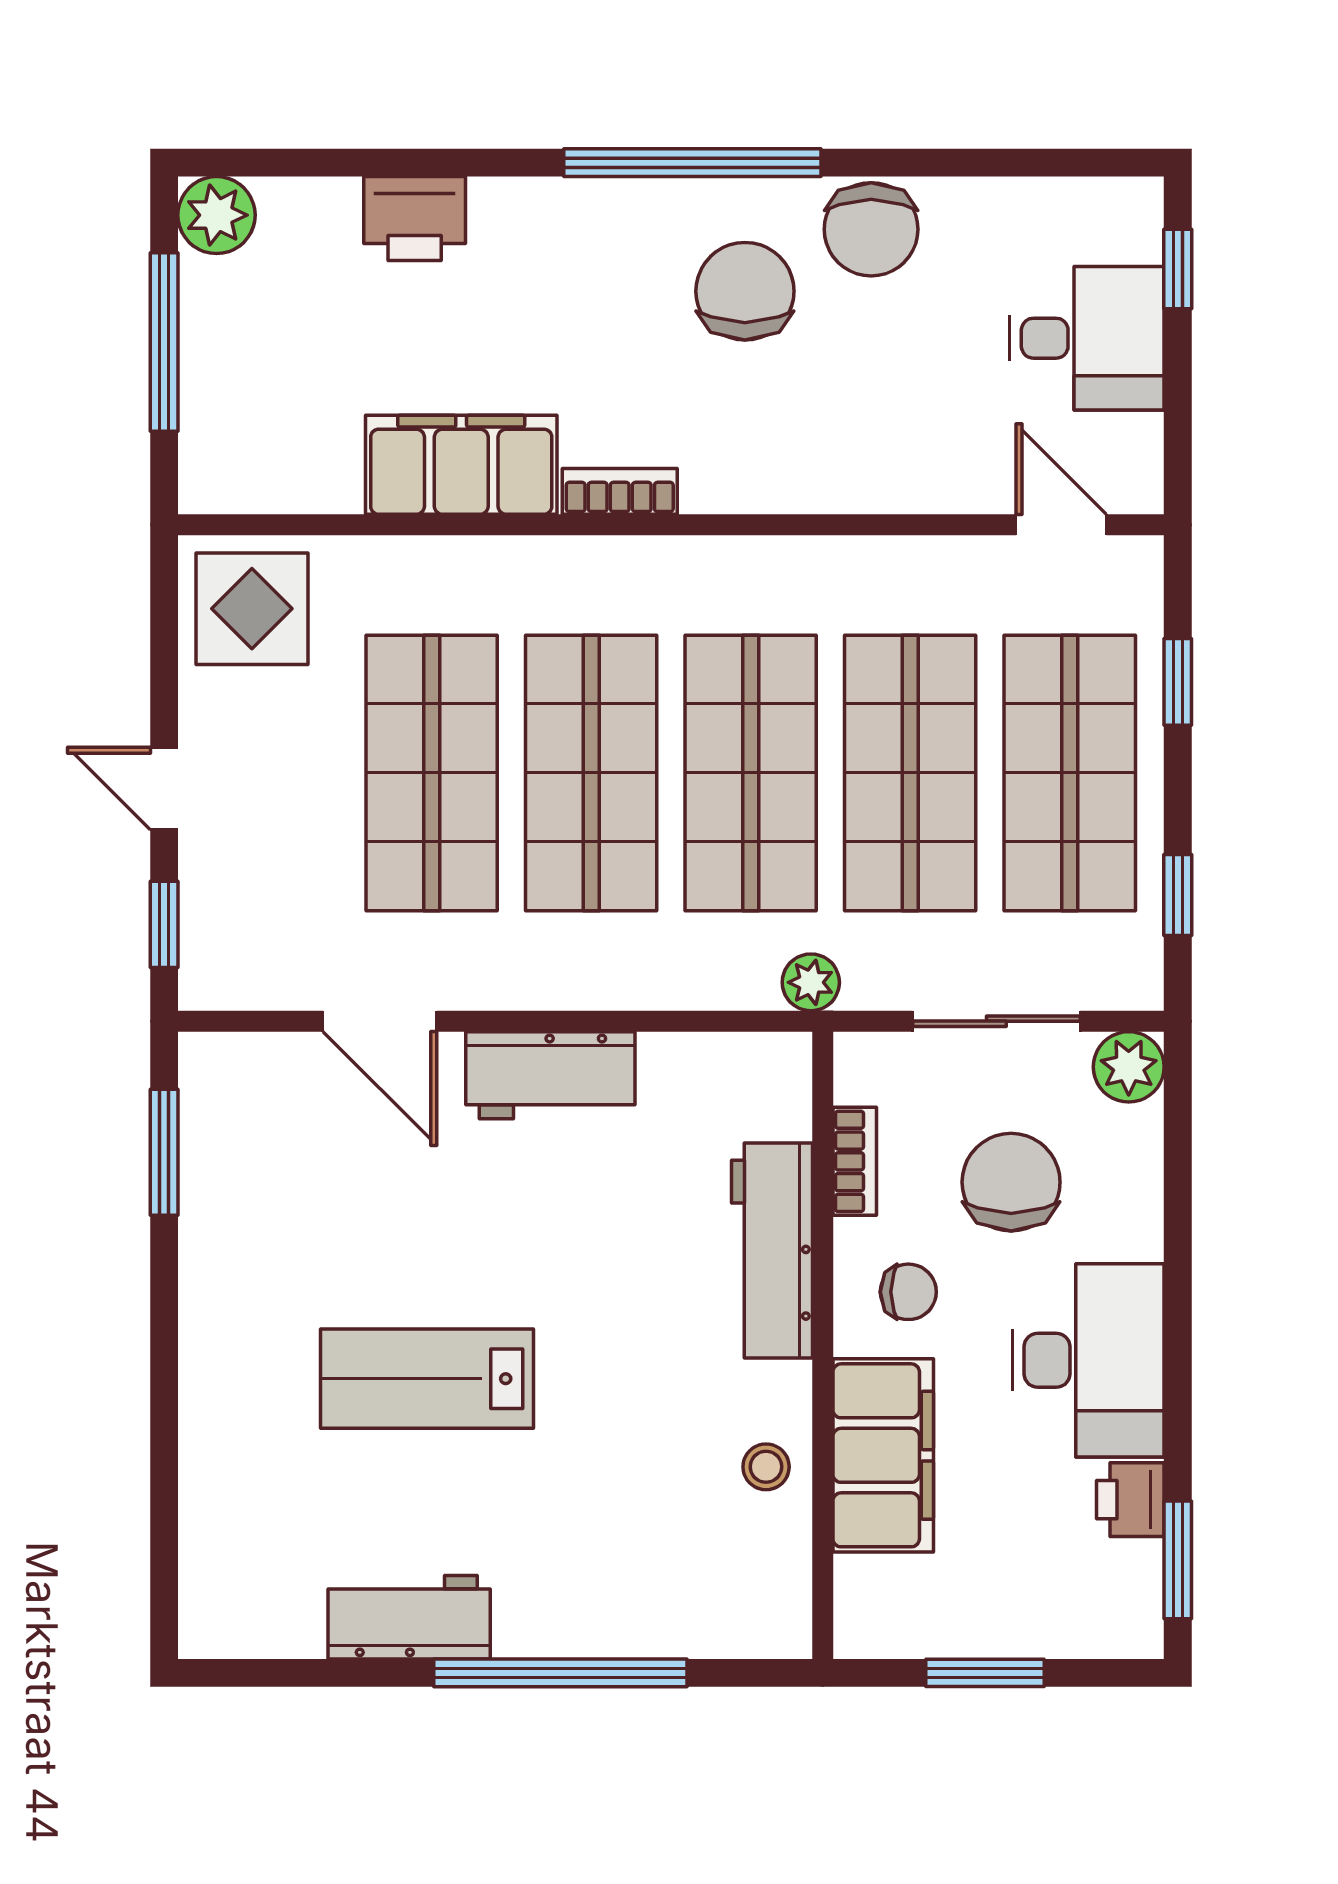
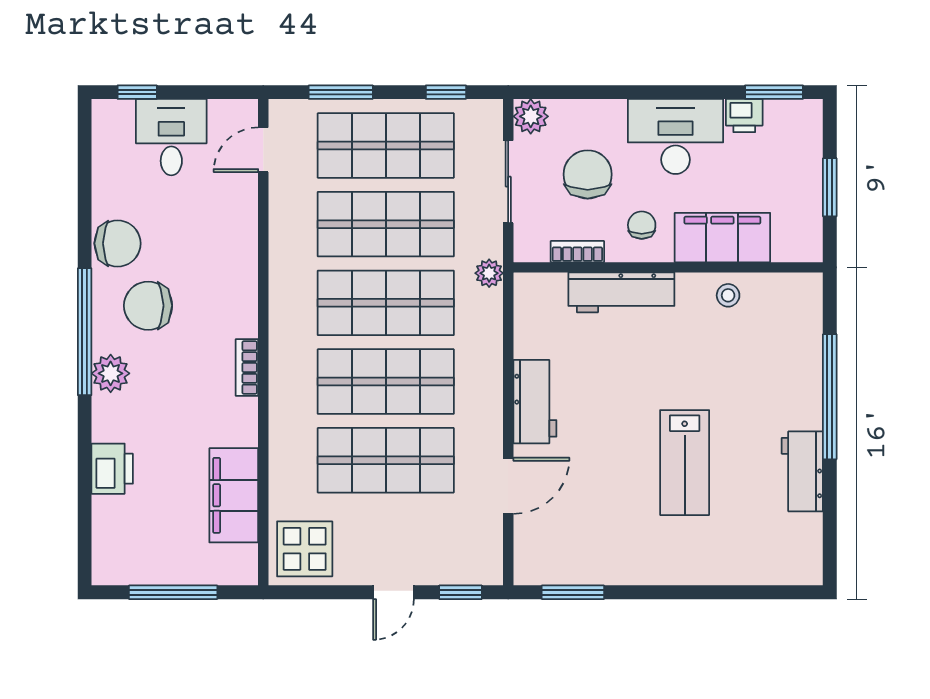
plant: (217, 215) -> (111, 373), moved
filing cabinet: (461, 465) -> (234, 495), moved
window: (1178, 682) -> (341, 92), width x1.50
chair: (1011, 1182) -> (588, 174), turned 90

